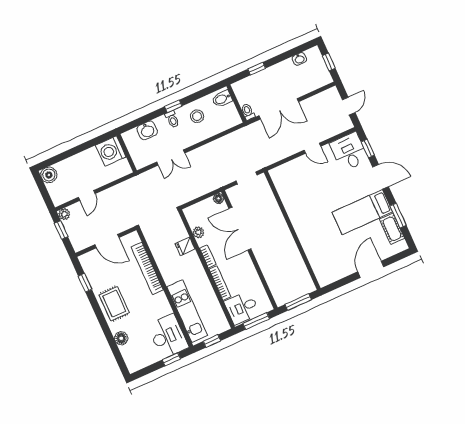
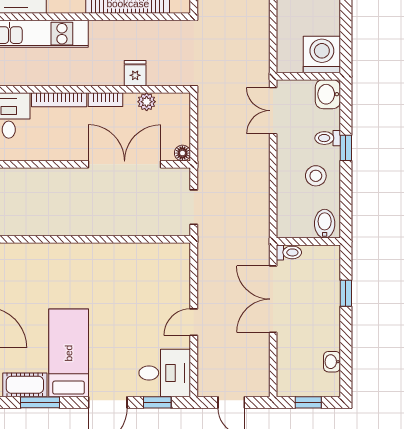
washing machine: (111, 151) -> (322, 54), moved
wall: (127, 153) -> (308, 76), moved

